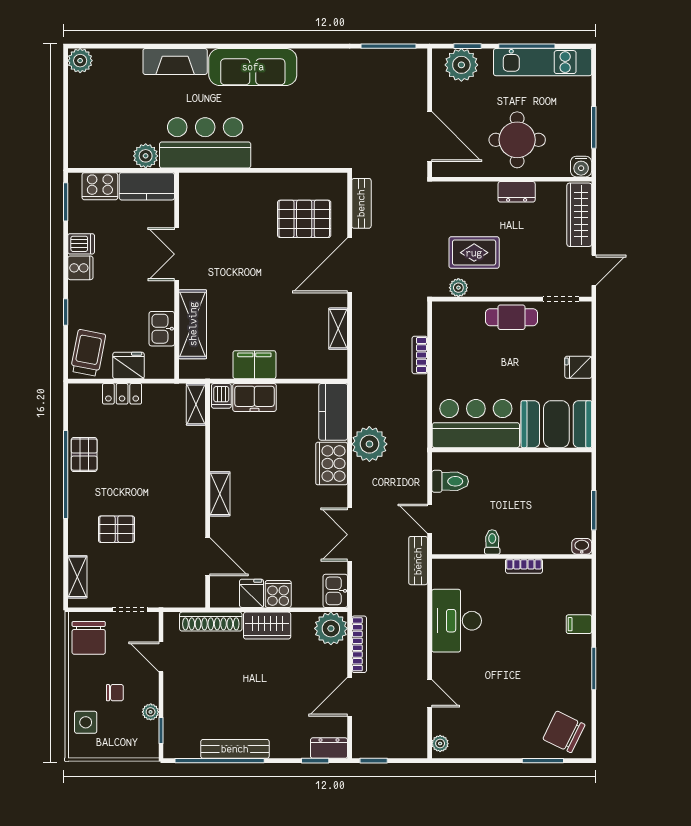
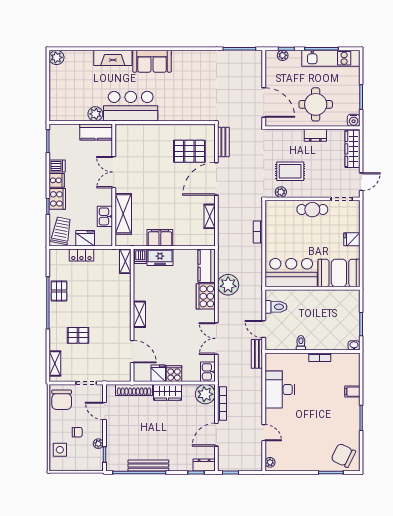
plant: (461, 65) -> (283, 55), width x0.53, depth x0.53
sofa: (253, 67) -> (152, 61), width x0.73
cooker: (100, 186) -> (57, 199), moved, turned -90

